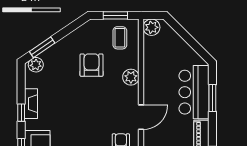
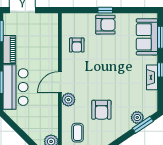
plant: (36, 65) -> (137, 117), moved
door: (141, 117) -> (60, 82), moved

